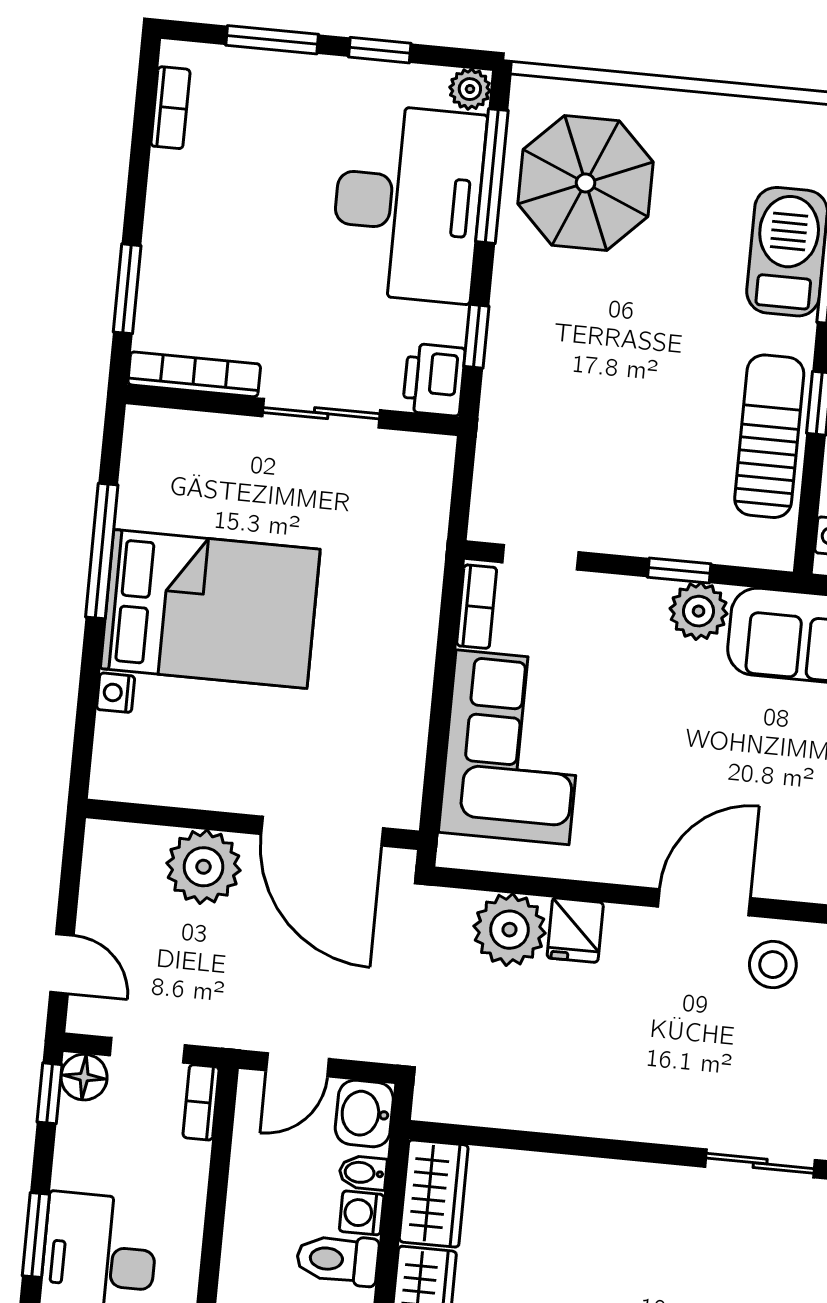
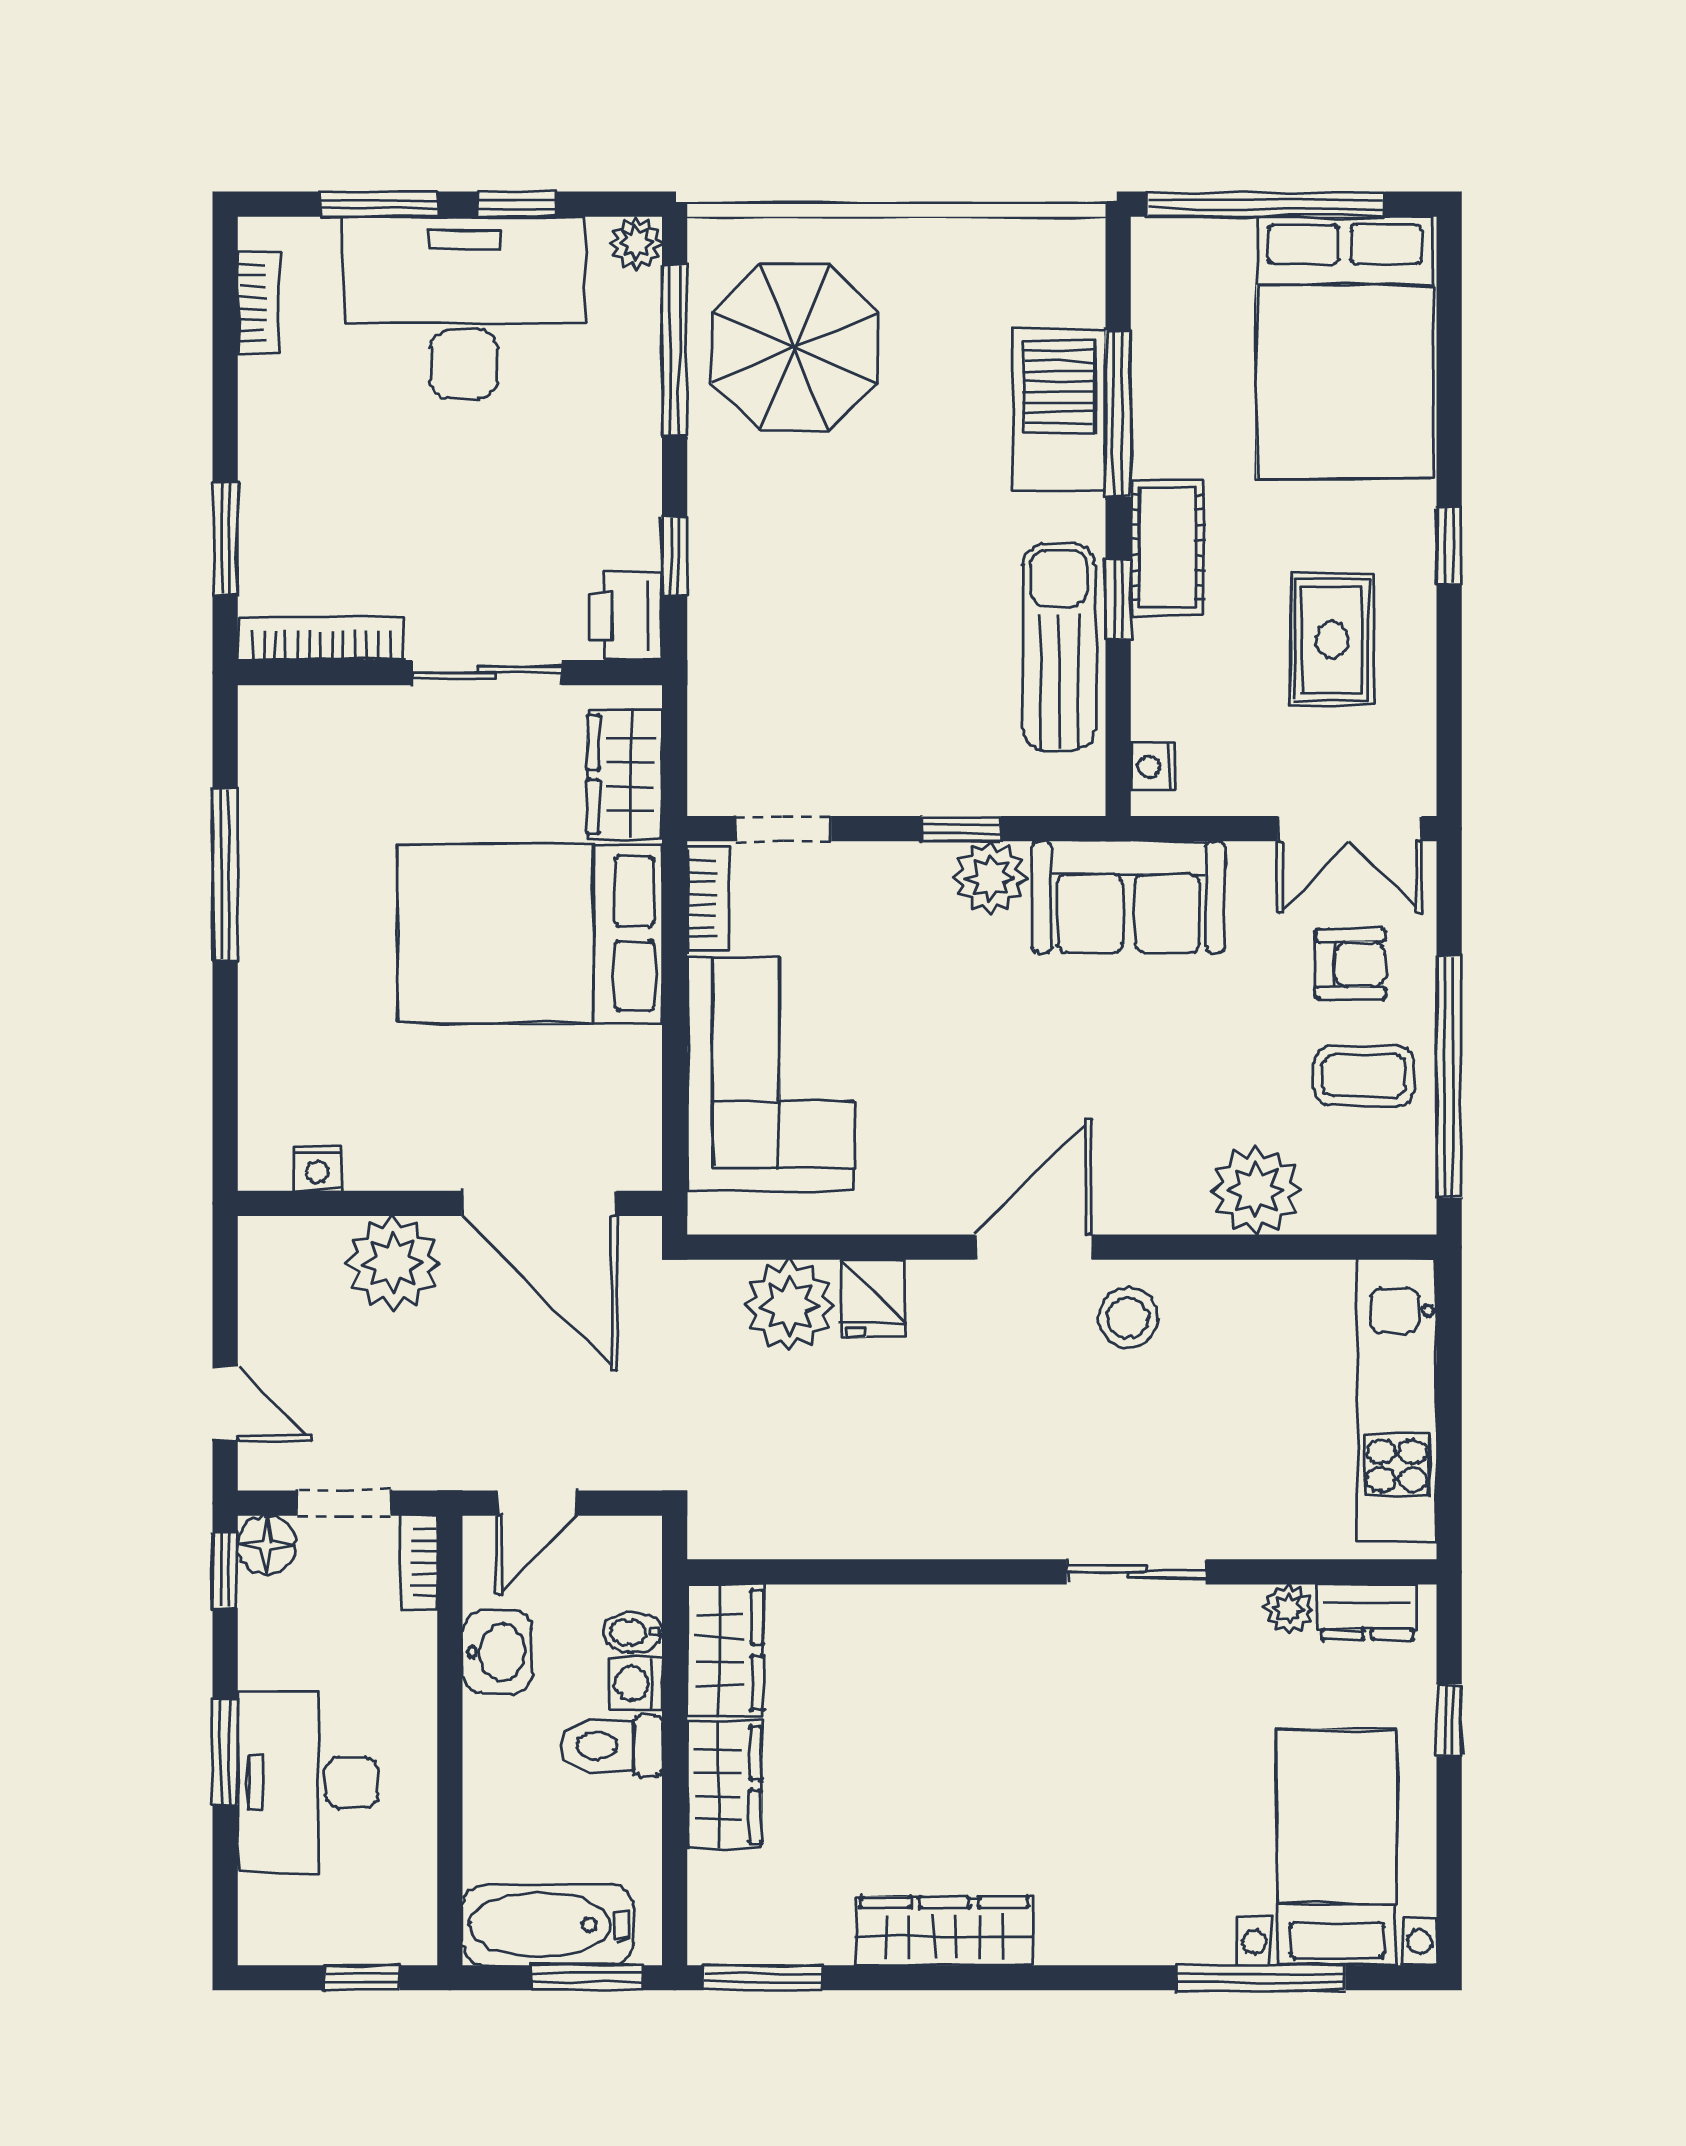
desk: (408, 203) -> (464, 308), moved, turned -90
wardrobe: (421, 503) -> (625, 775), added
bed: (210, 609) -> (530, 934), moved, turned 180
nightstand: (116, 693) -> (317, 1169), moved, turned -90
washbasin: (364, 1114) -> (497, 1652), moved, turned 180

